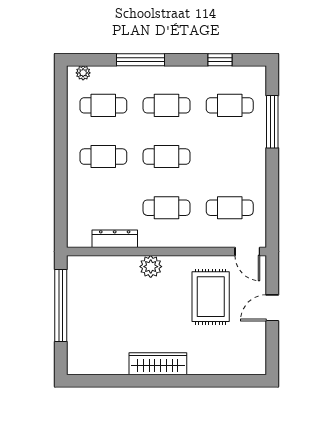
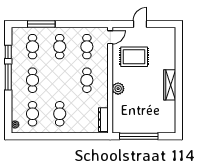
window: (141, 60) -> (8, 77), moved
cafe table: (167, 157) -> (60, 47), moved
dresser: (115, 239) -> (103, 120), moved
door: (272, 308) -> (140, 24), swing flipped

